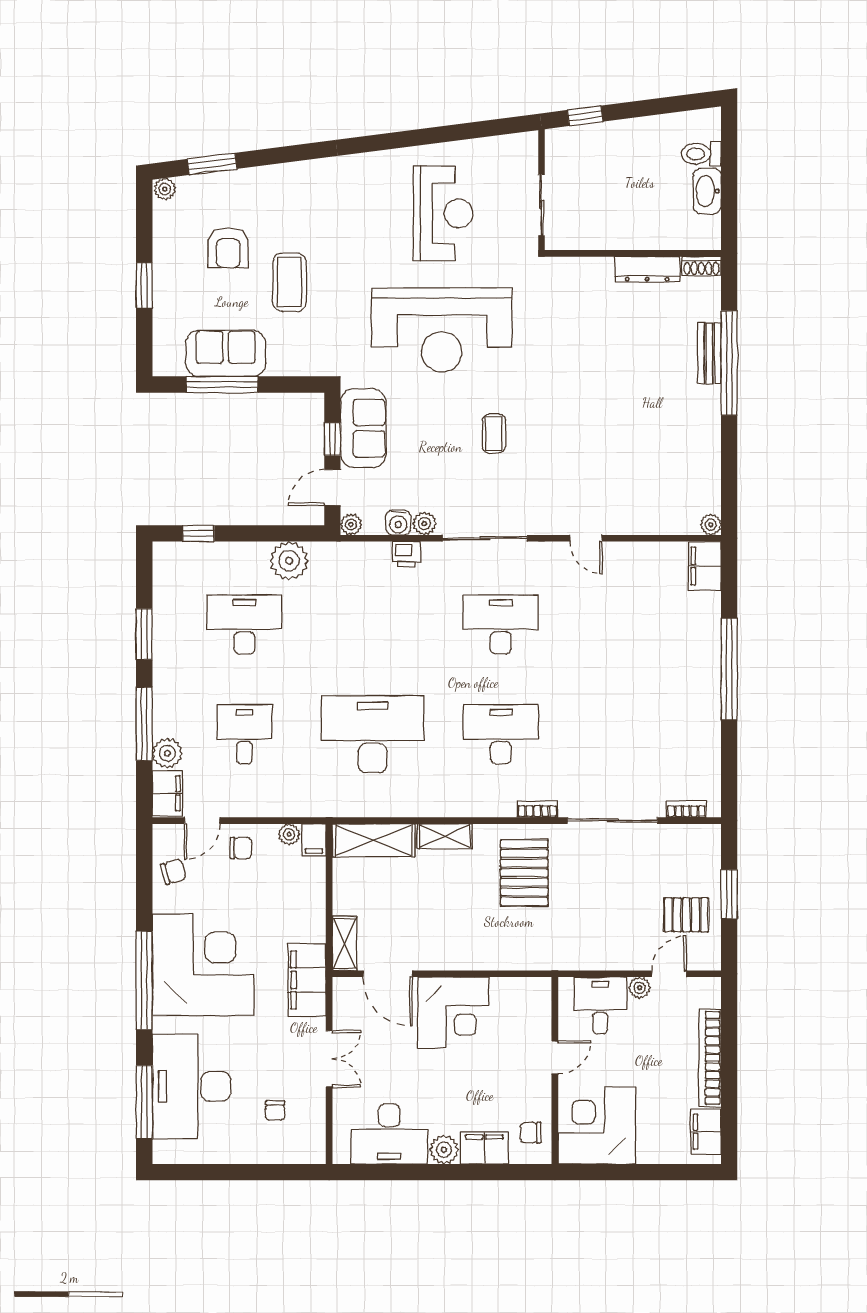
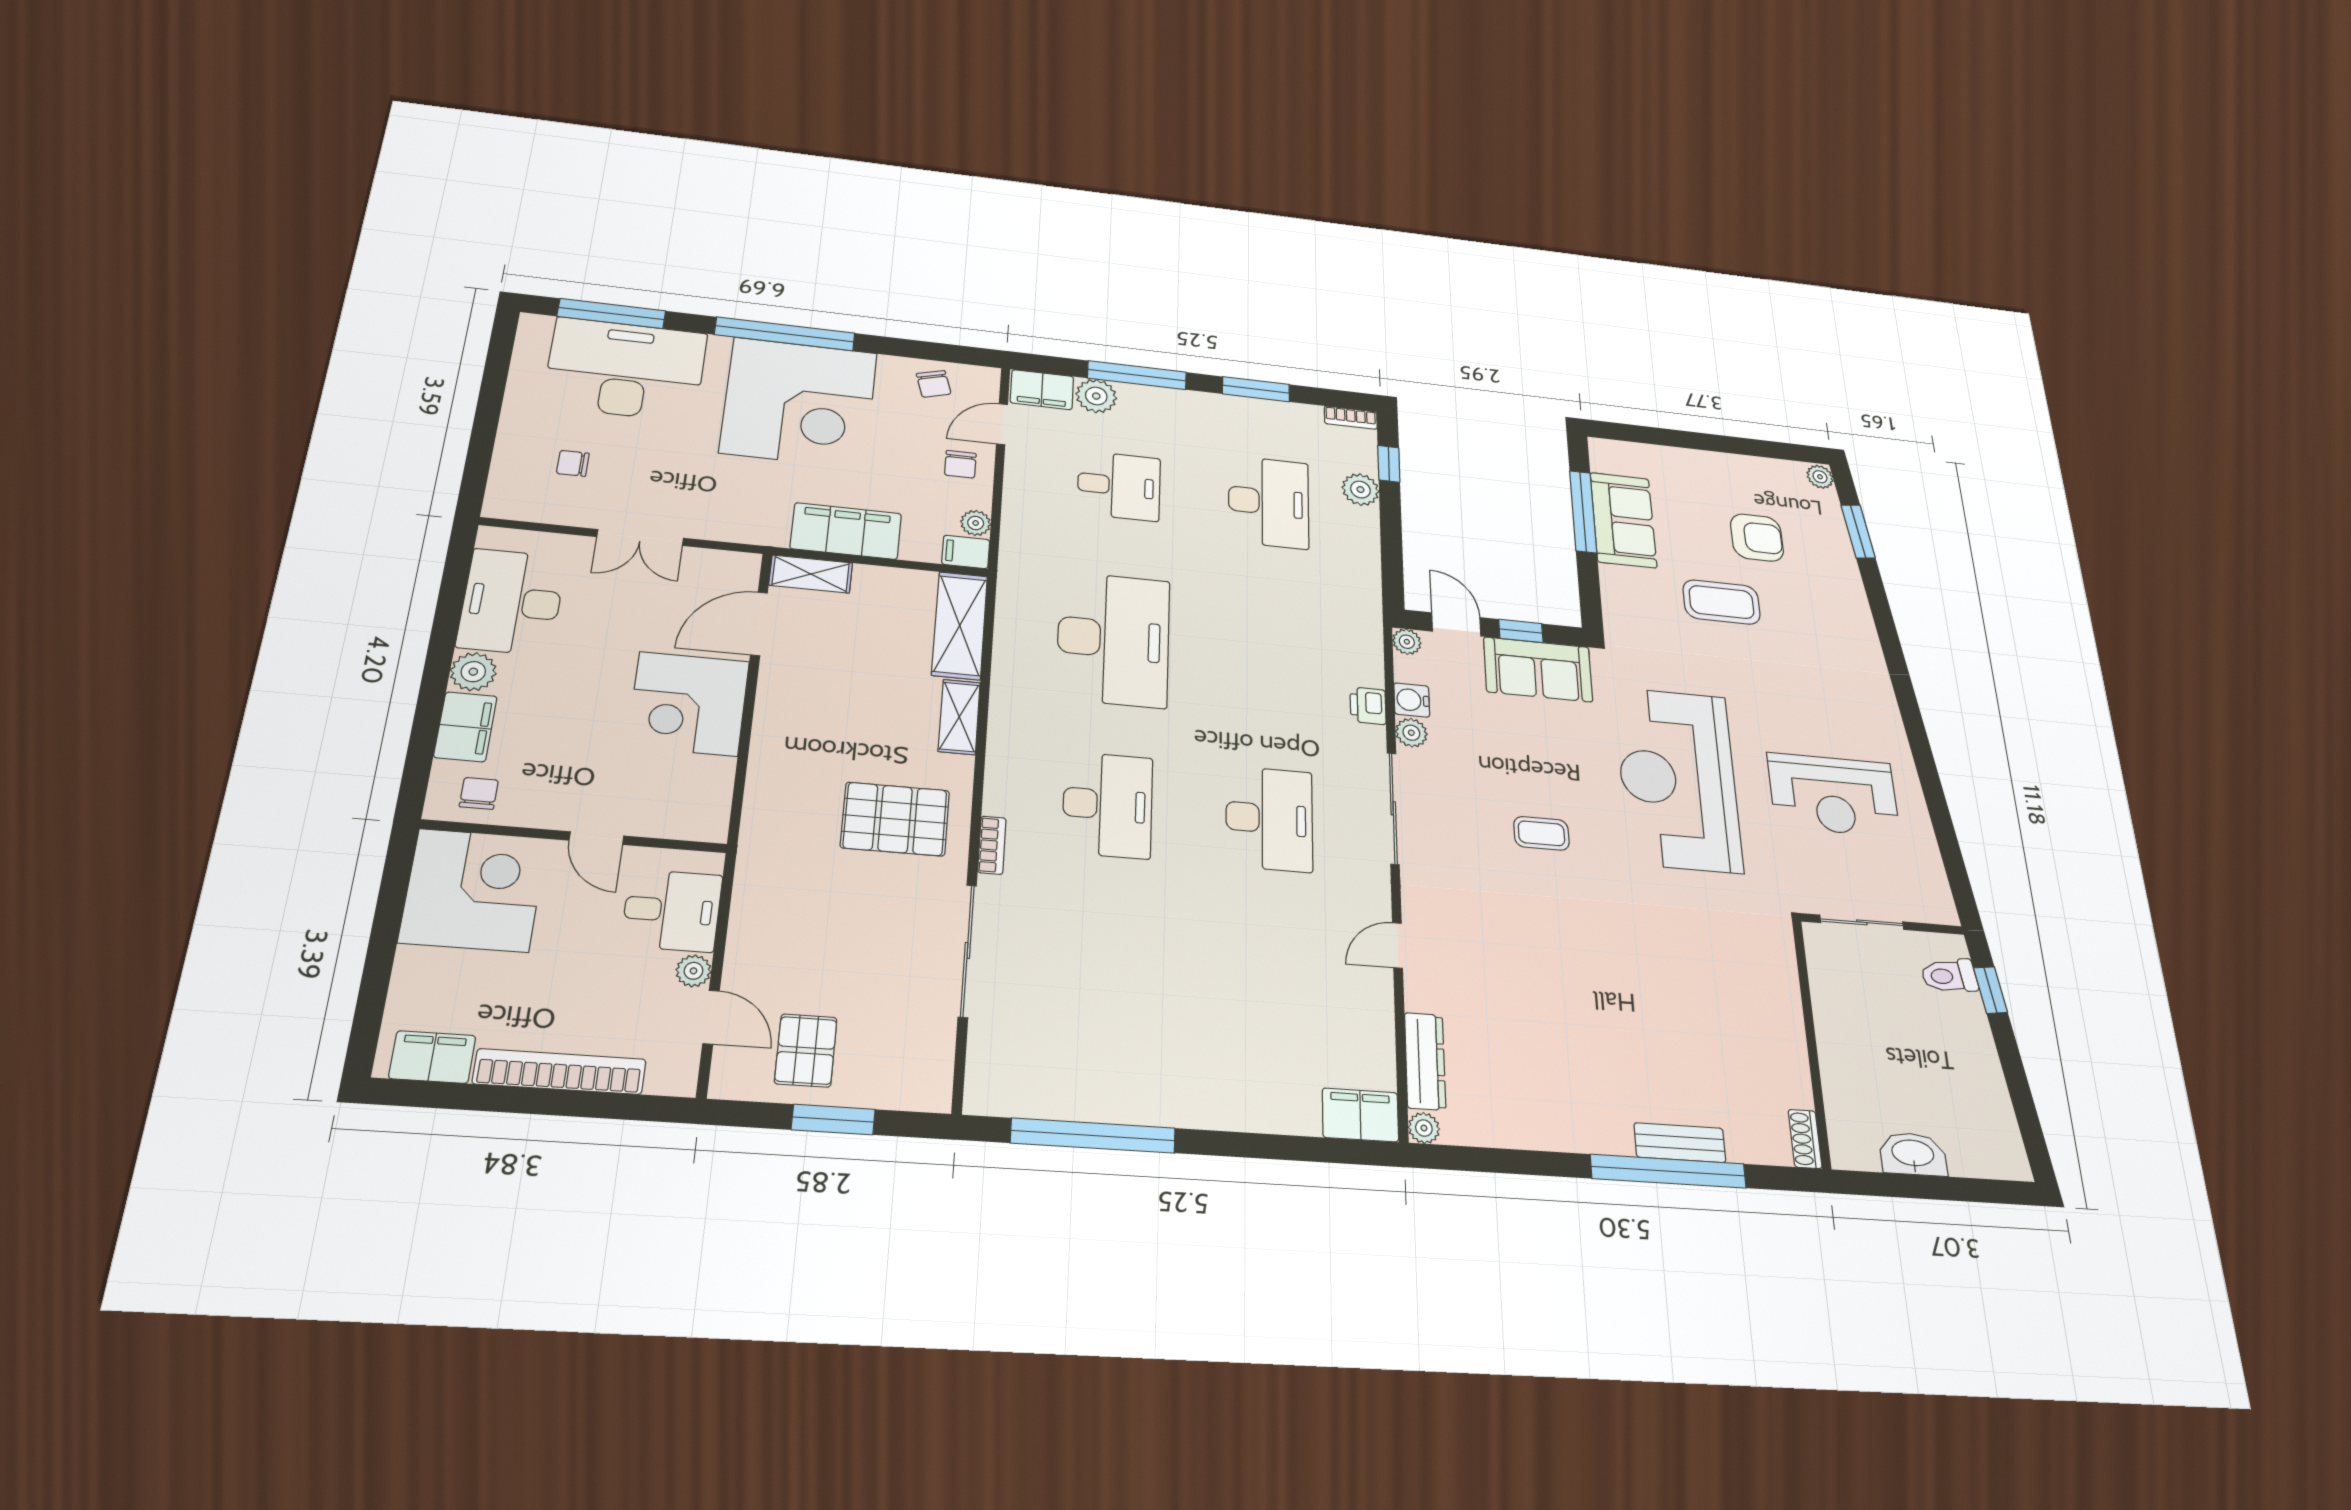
toilet: (701, 154) -> (1949, 976), moved, turned -97
armchair: (228, 248) -> (1757, 538), turned 180
dresser: (647, 269) -> (1425, 1061), moved, turned 180
window: (144, 285) -> (1699, 441), removed
plant: (289, 561) -> (1360, 490), moved, width x0.73, depth x0.73
window: (729, 669) -> (1093, 1136), moved
bookcase: (686, 809) -> (1351, 418), moved, turned 90
door: (202, 821) -> (1002, 424), hinge flipped
filing cabinet: (307, 980) -> (846, 531), moved

